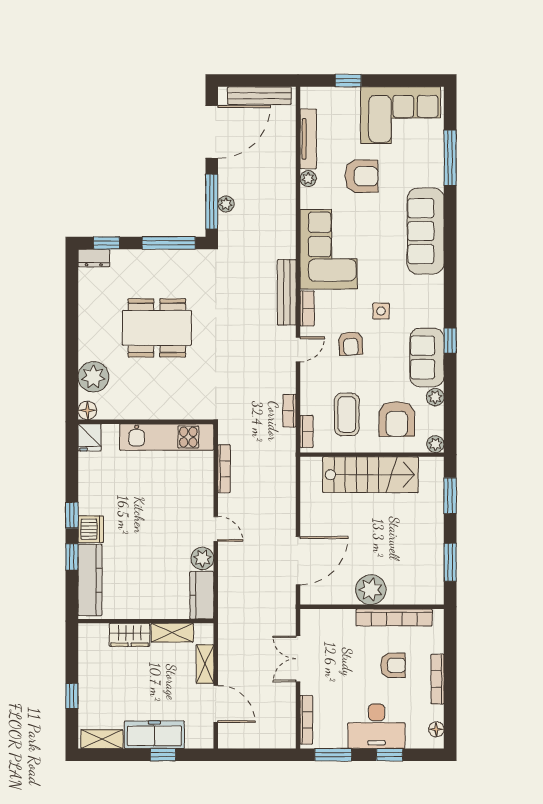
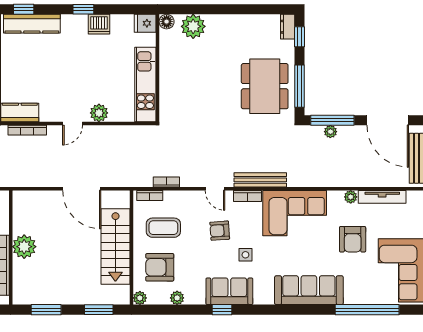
window: (450, 158) -> (367, 310), width x1.46
dining table: (157, 328) -> (265, 86), moved
sofa: (427, 357) -> (229, 291), moved
bookcase: (224, 469) -> (27, 130), moved
dishwasher: (91, 529) -> (99, 24), moved
window: (72, 557) -> (24, 9), moved
plant: (202, 558) -> (99, 113), moved
door: (298, 561) -> (82, 189), moved

